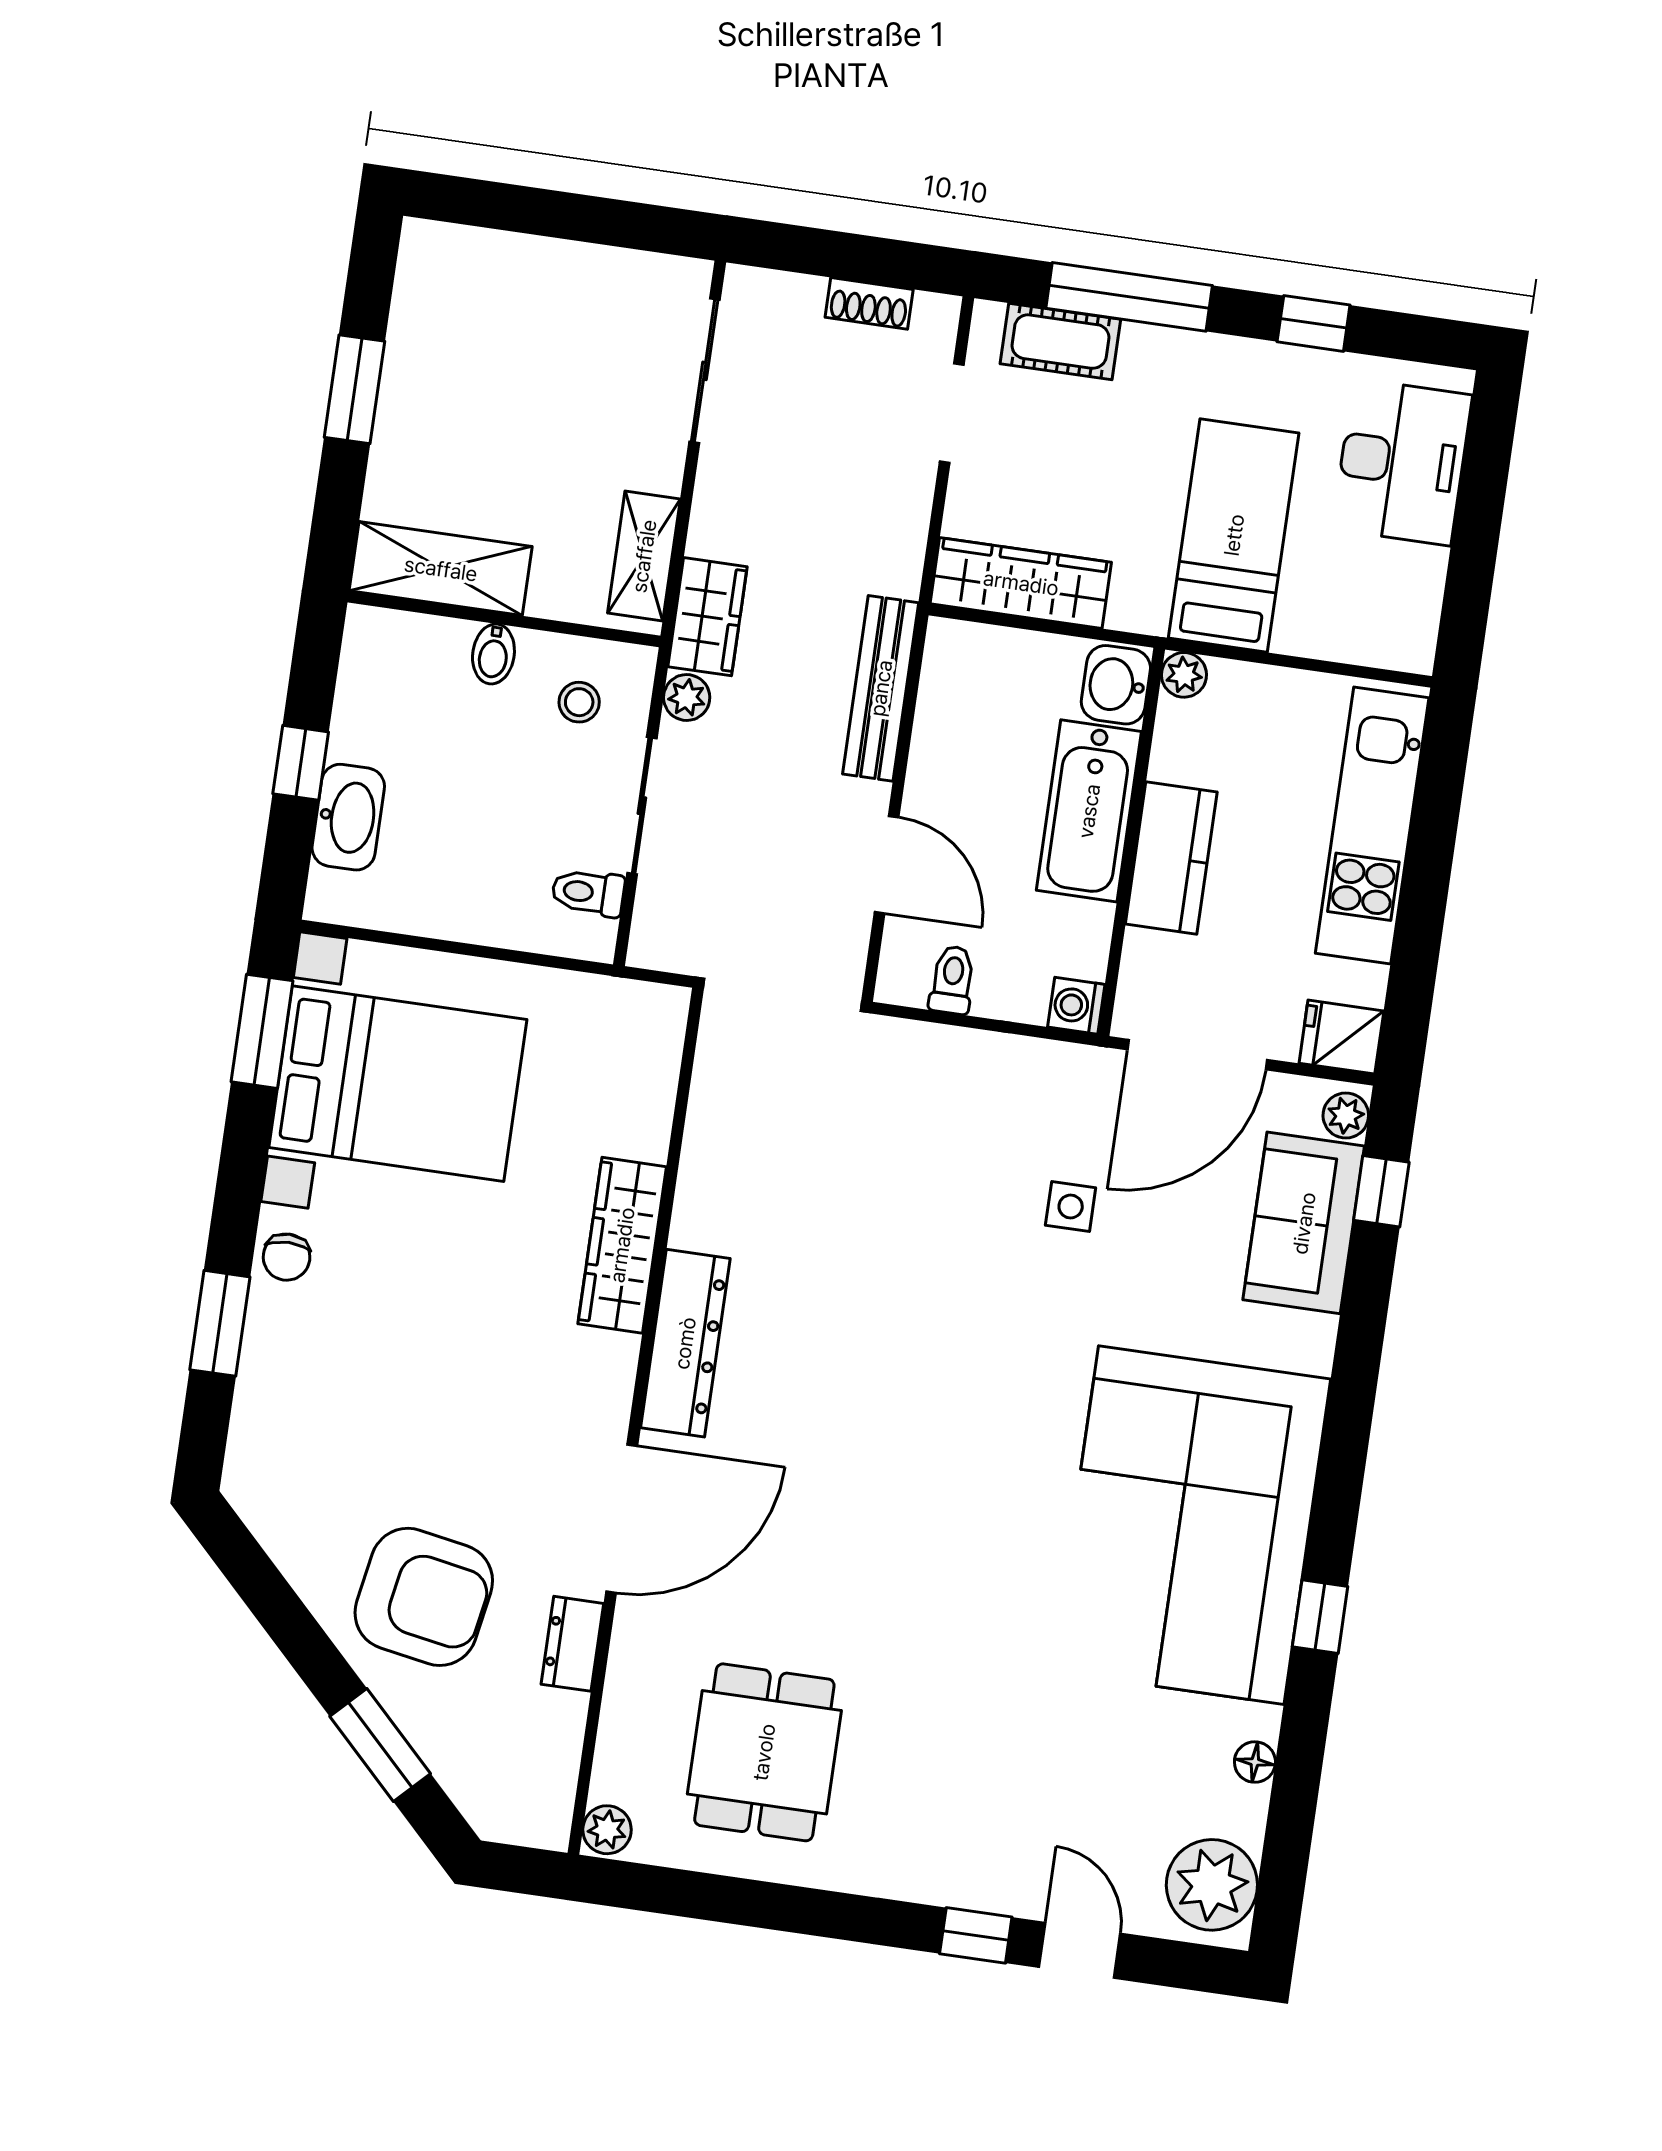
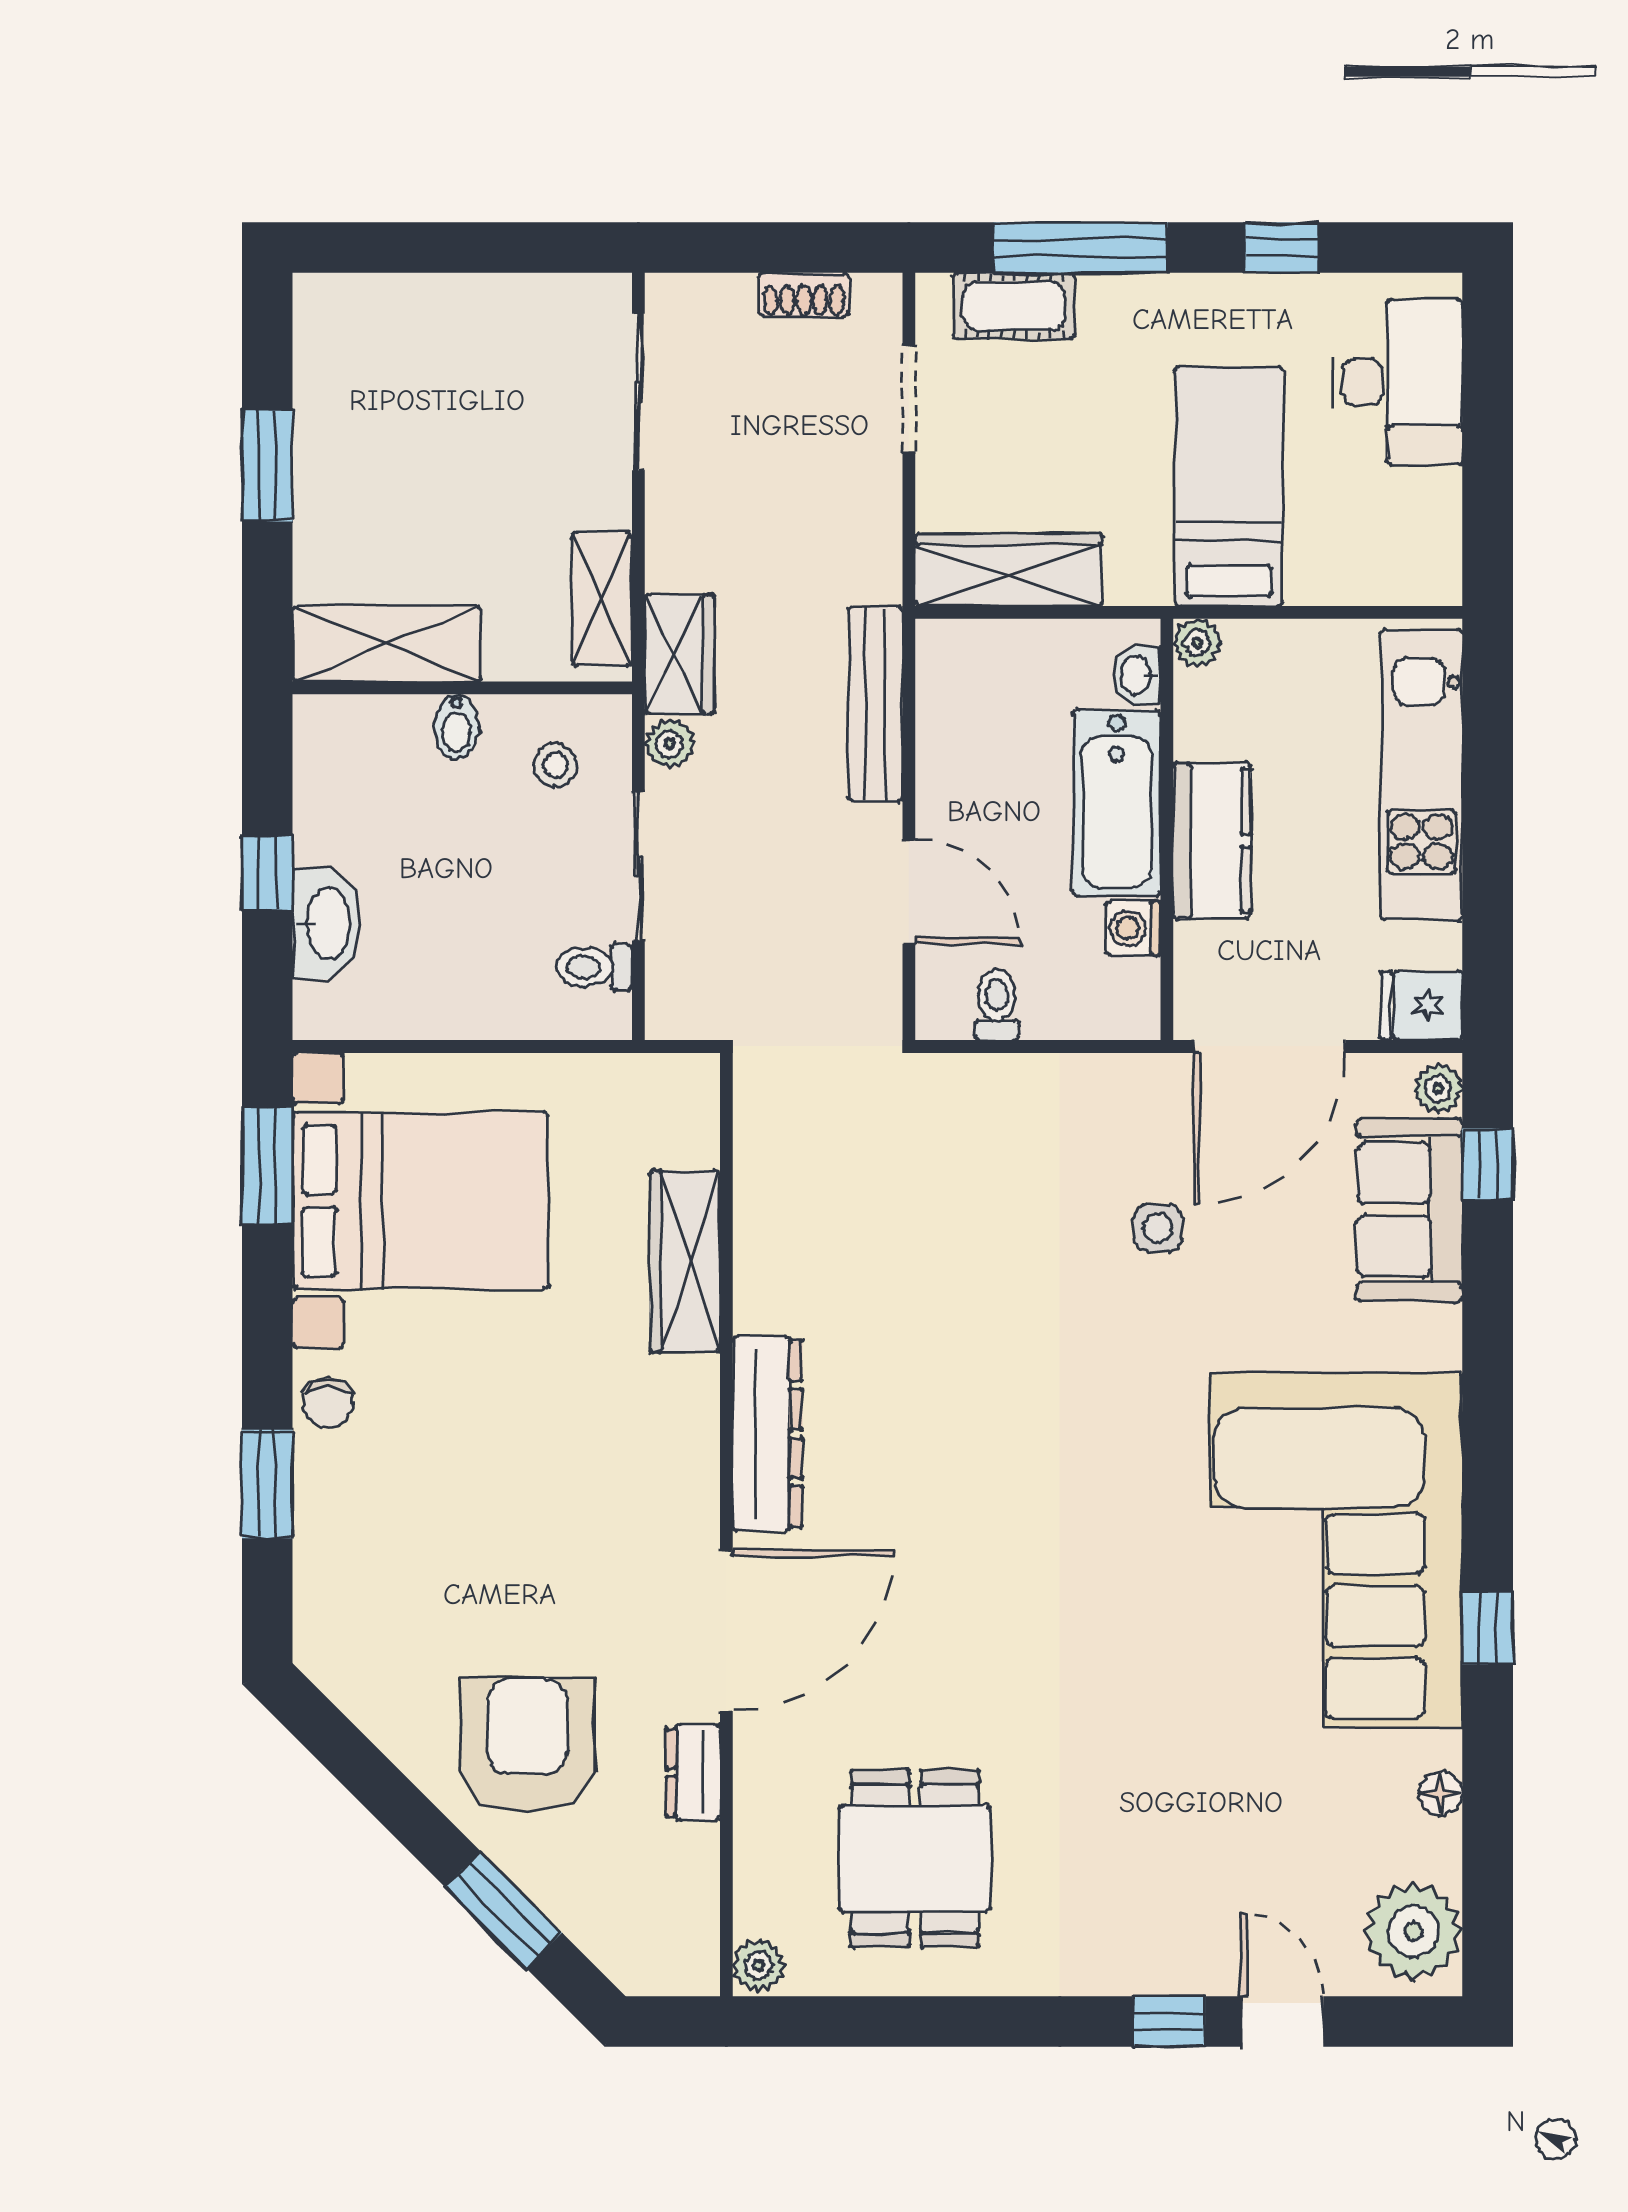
washbasin: (1116, 685) -> (1137, 675), width x0.72, depth x0.69
washing machine: (1076, 1006) -> (1133, 928), moved
wardrobe: (622, 1245) -> (685, 1261), moved
armchair: (424, 1597) -> (527, 1745), turned -100

